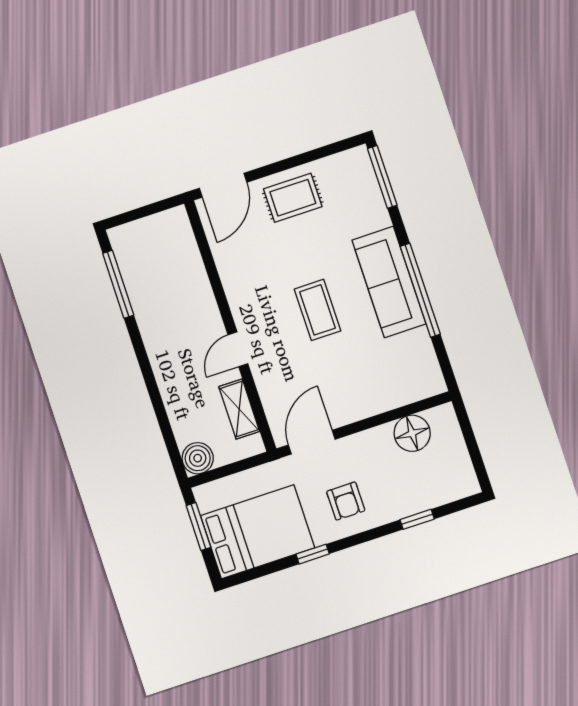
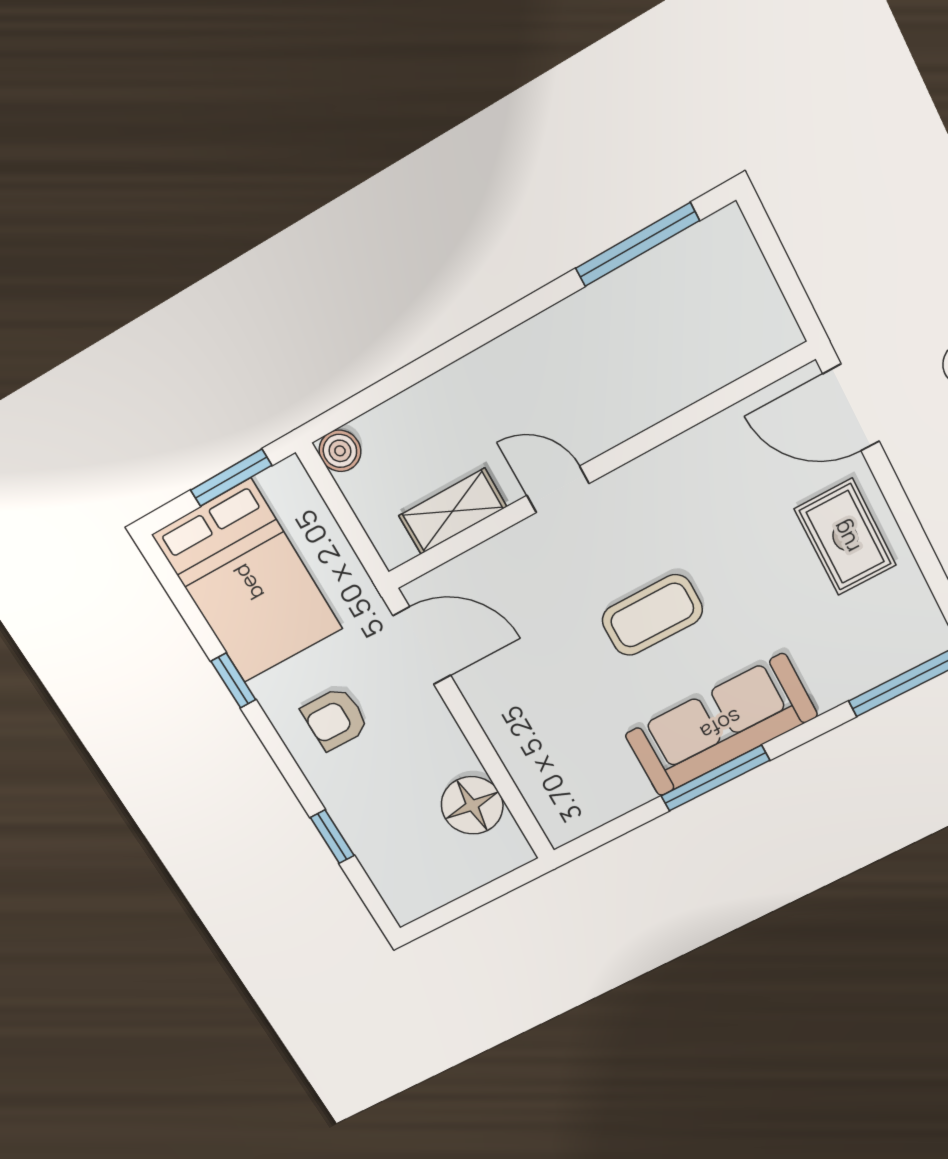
window: (420, 290) -> (715, 778), width x0.68
boiler: (198, 458) -> (340, 451), width x0.73, depth x0.73

